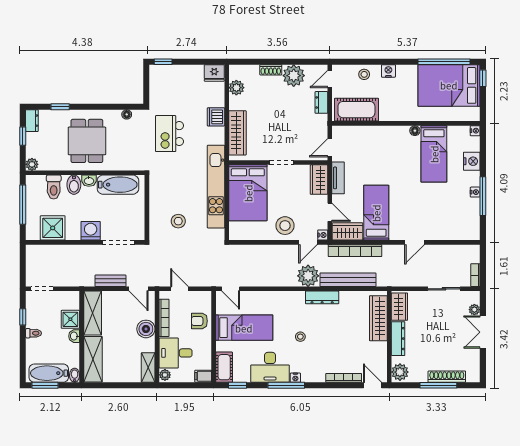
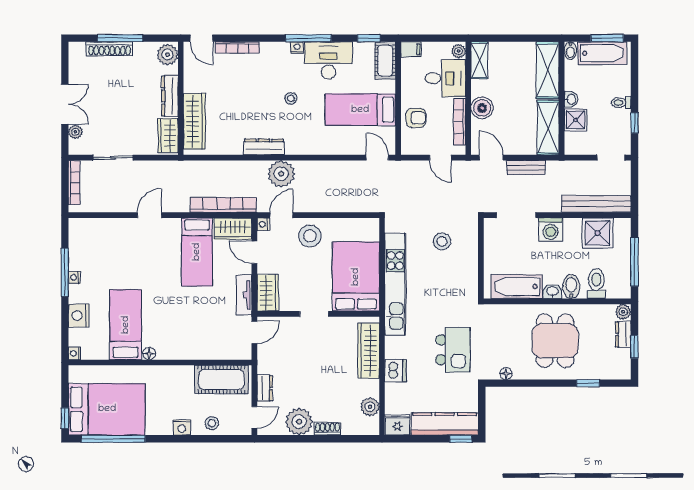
kitchen counter: (176, 74) -> (445, 424), added
dresser: (32, 121) -> (623, 334), moved
bookcase: (475, 275) -> (74, 183), width x1.56
bench: (348, 280) -> (596, 204), moved

